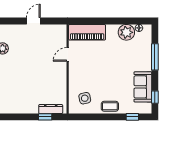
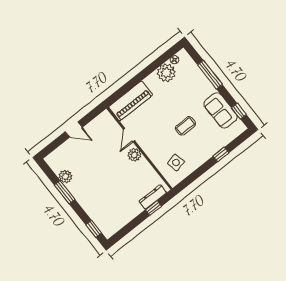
door: (33, 21) -> (74, 129), swing flipped
plant: (61, 71) -> (134, 155), added
coffee table: (110, 106) -> (185, 126), moved
window: (132, 117) -> (221, 155), moved

